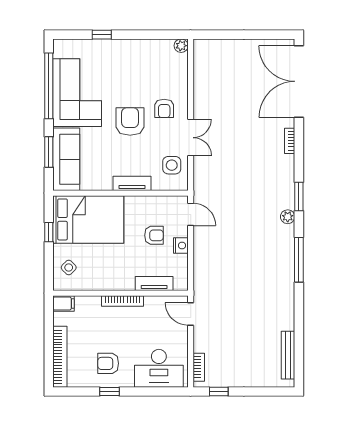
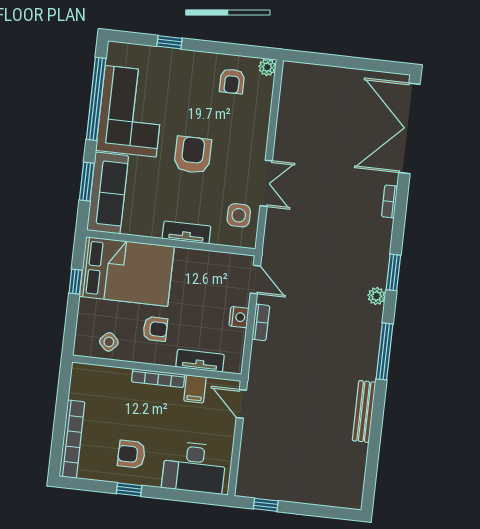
armchair: (164, 108) -> (232, 81), moved
armchair: (154, 235) -> (155, 329), moved
side table: (69, 267) -> (109, 342), moved
filing cabinet: (64, 304) -> (195, 389), moved, turned 90
bench: (288, 355) -> (364, 411), moved
bookcase: (199, 367) -> (261, 322), moved

